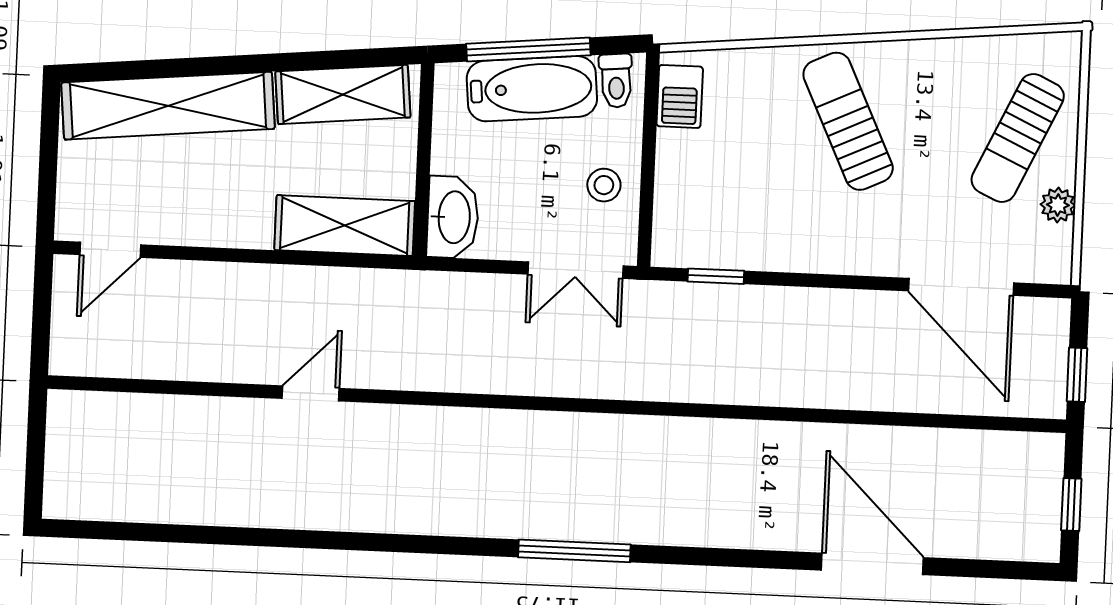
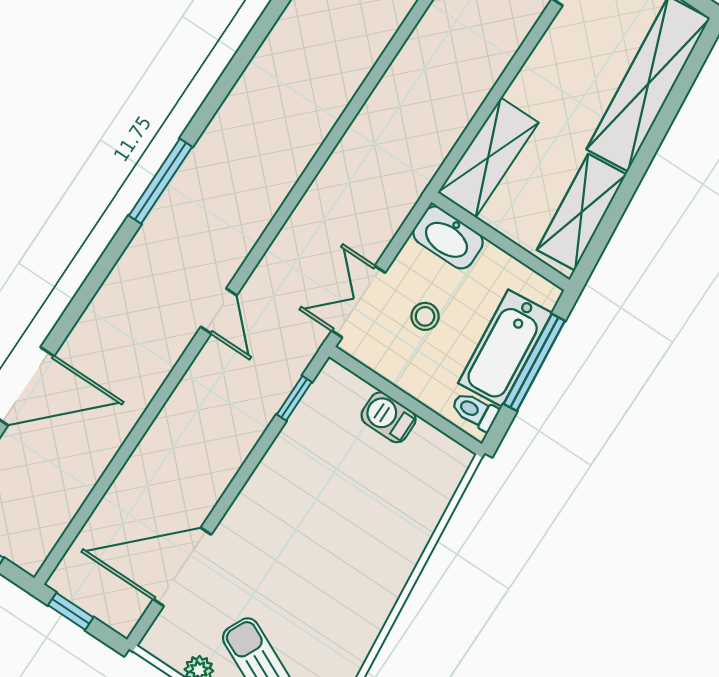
barbecue: (680, 96) -> (389, 417), moved
sun lounger: (848, 121) -> (347, 558), removed
stool: (604, 185) -> (425, 316), moved
door: (311, 393) -> (219, 311), moved

